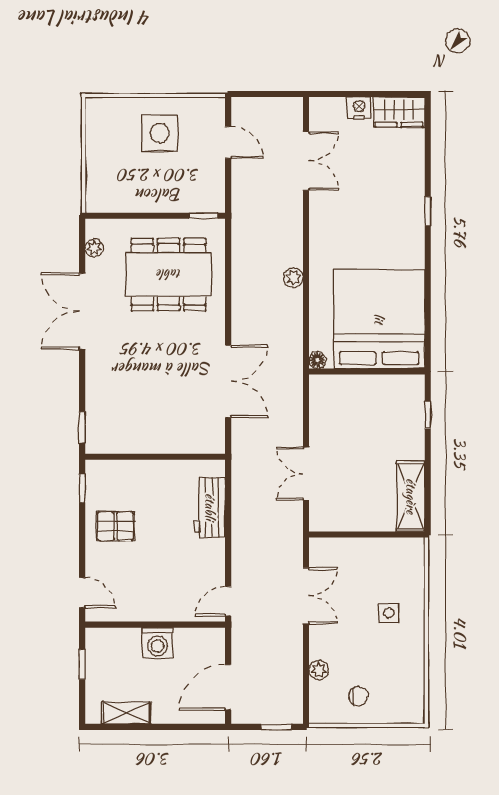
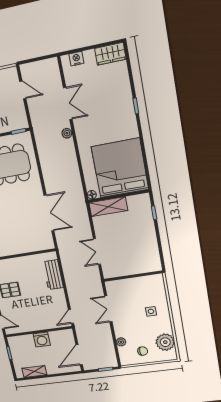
nightstand: (359, 108) -> (76, 59), moved
double door: (306, 161) -> (68, 103), moved
plant: (293, 278) -> (67, 133), moved
shelving: (411, 496) -> (108, 207), moved, turned 90
double door: (306, 596) -> (108, 309), swing flipped
plant: (406, 683) -> (165, 342), added

